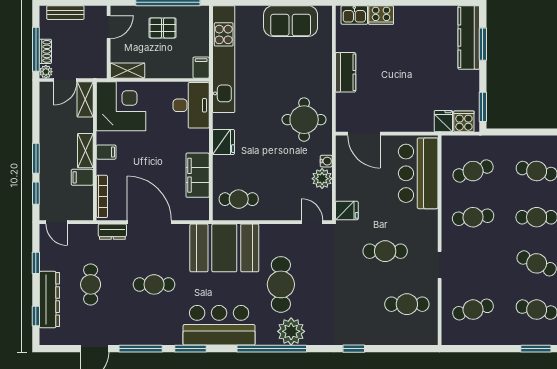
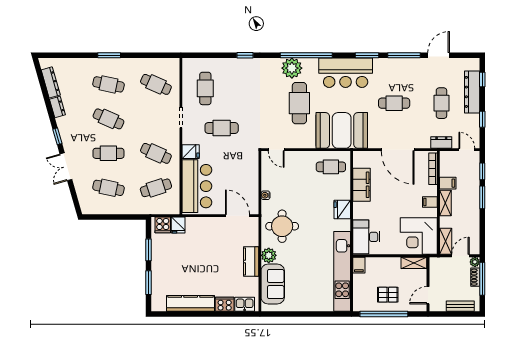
sofa: (291, 21) -> (273, 284), moved, turned 90
kitchen counter: (469, 37) -> (191, 303), moved, turned -90
window: (483, 107) -> (149, 250), moved
plant: (322, 179) -> (269, 255), moved
fridge: (347, 211) -> (191, 152), moved, turned 180
cafe table: (473, 217) -> (156, 153), turned 30
dresser: (112, 232) -> (441, 143), moved
cafe table: (407, 304) -> (205, 88), turned 90
cafe table: (473, 310) -> (156, 84), turned 39

